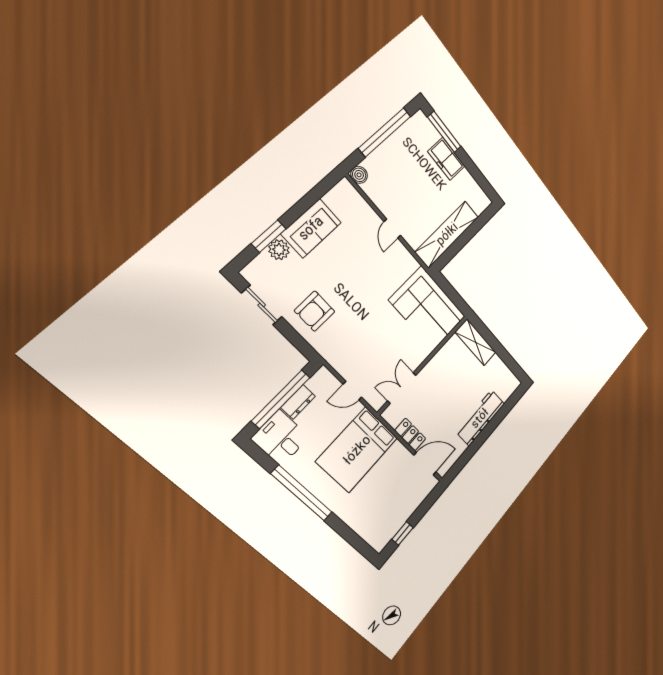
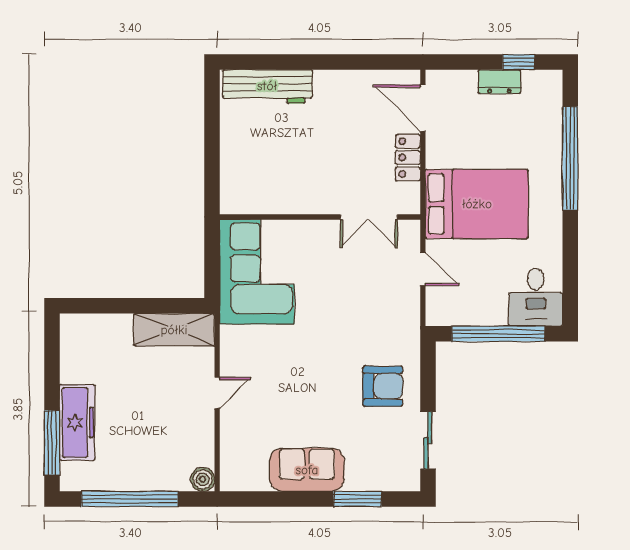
freezer: (446, 159) -> (77, 422), width x1.40
shelving: (447, 234) -> (174, 330), width x0.68
plant: (279, 250) -> (360, 478), removed
shelving: (476, 342) -> (234, 177), removed
dresser: (298, 402) -> (499, 82), moved, turned 180
workbench: (480, 418) -> (267, 86), moved
window: (302, 493) -> (570, 158), moved

